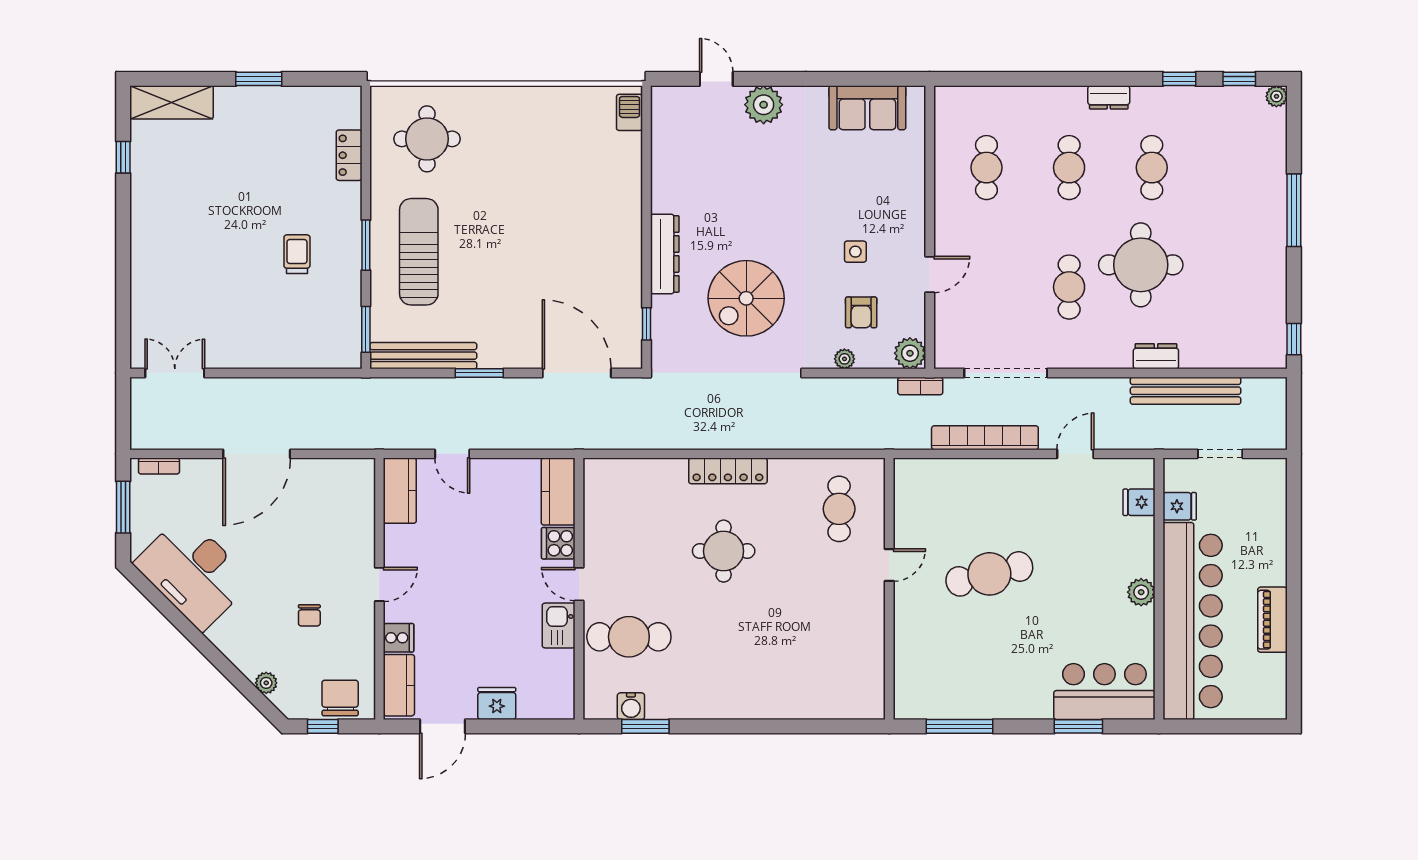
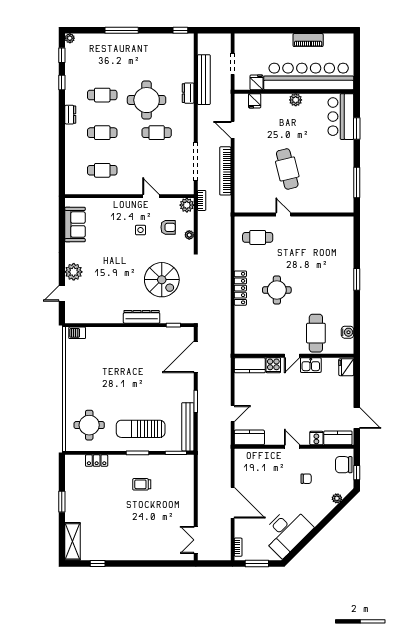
fridge: (497, 703) -> (346, 367), moved
window: (645, 726) -> (357, 279), moved

